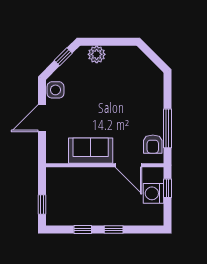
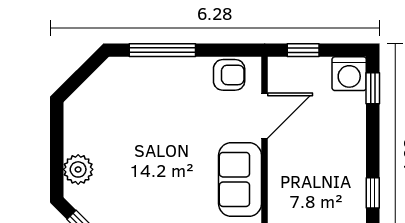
window: (167, 128) -> (162, 50), moved
washing machine: (153, 193) -> (349, 74), moved
window: (114, 229) -> (373, 88), moved

